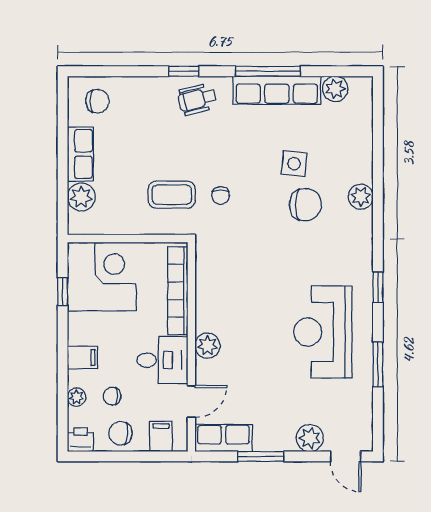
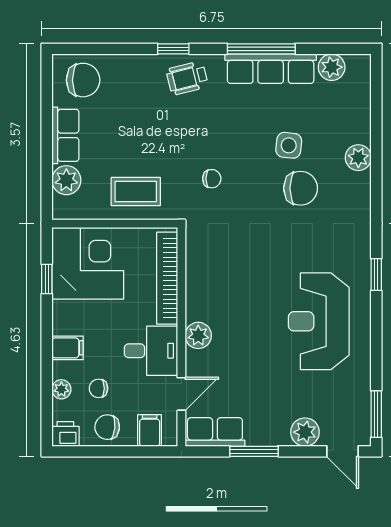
chair: (97, 101) -> (83, 80), width x1.37, depth x1.37
coffee table: (172, 195) -> (136, 191), moved
chair: (221, 196) -> (212, 179), turned -90
plant: (361, 197) -> (358, 158), moved
window: (378, 364) -> (376, 414), moved

